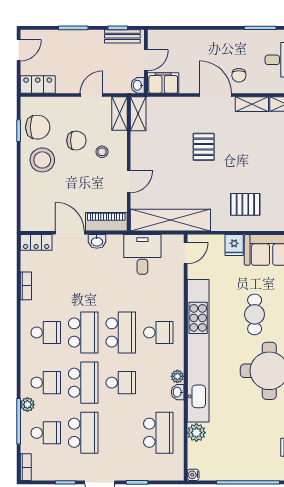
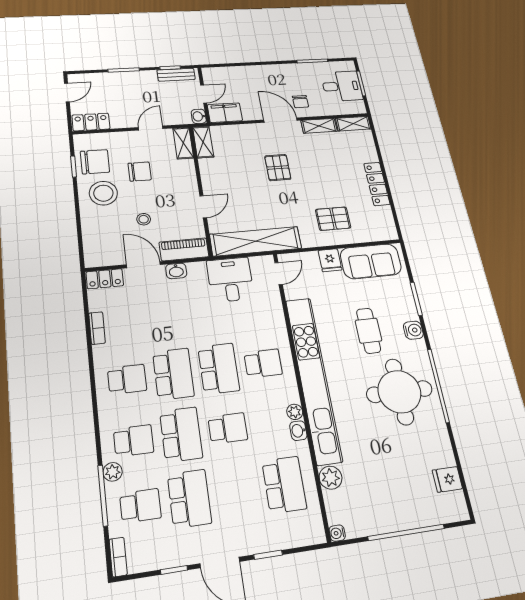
stool: (102, 152) -> (144, 219), moved

